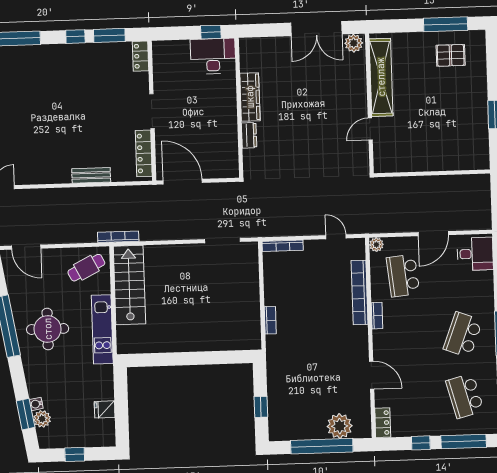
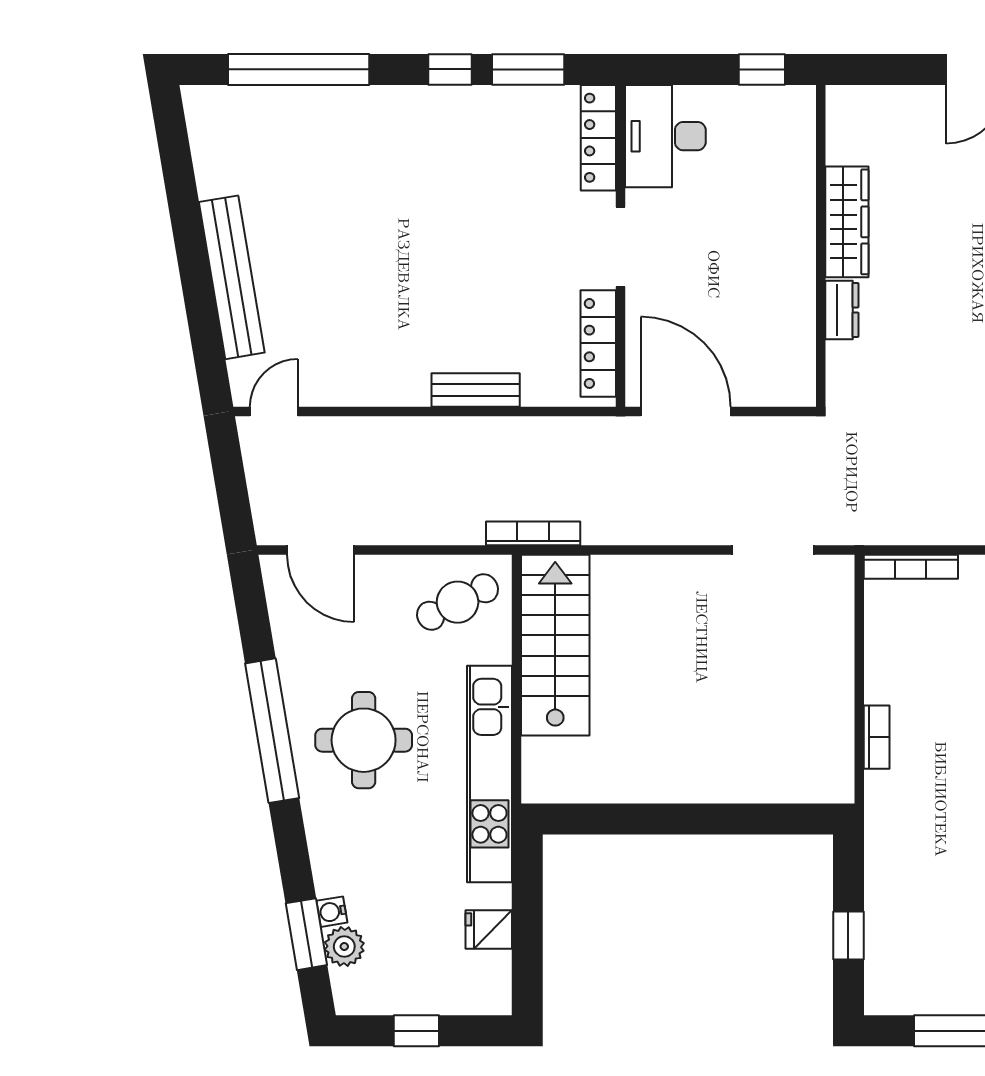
locker: (141, 56) -> (598, 138), width x1.53
desk: (213, 56) -> (665, 136), moved, turned -90
kitchen unit: (102, 329) -> (489, 774), width x1.36

